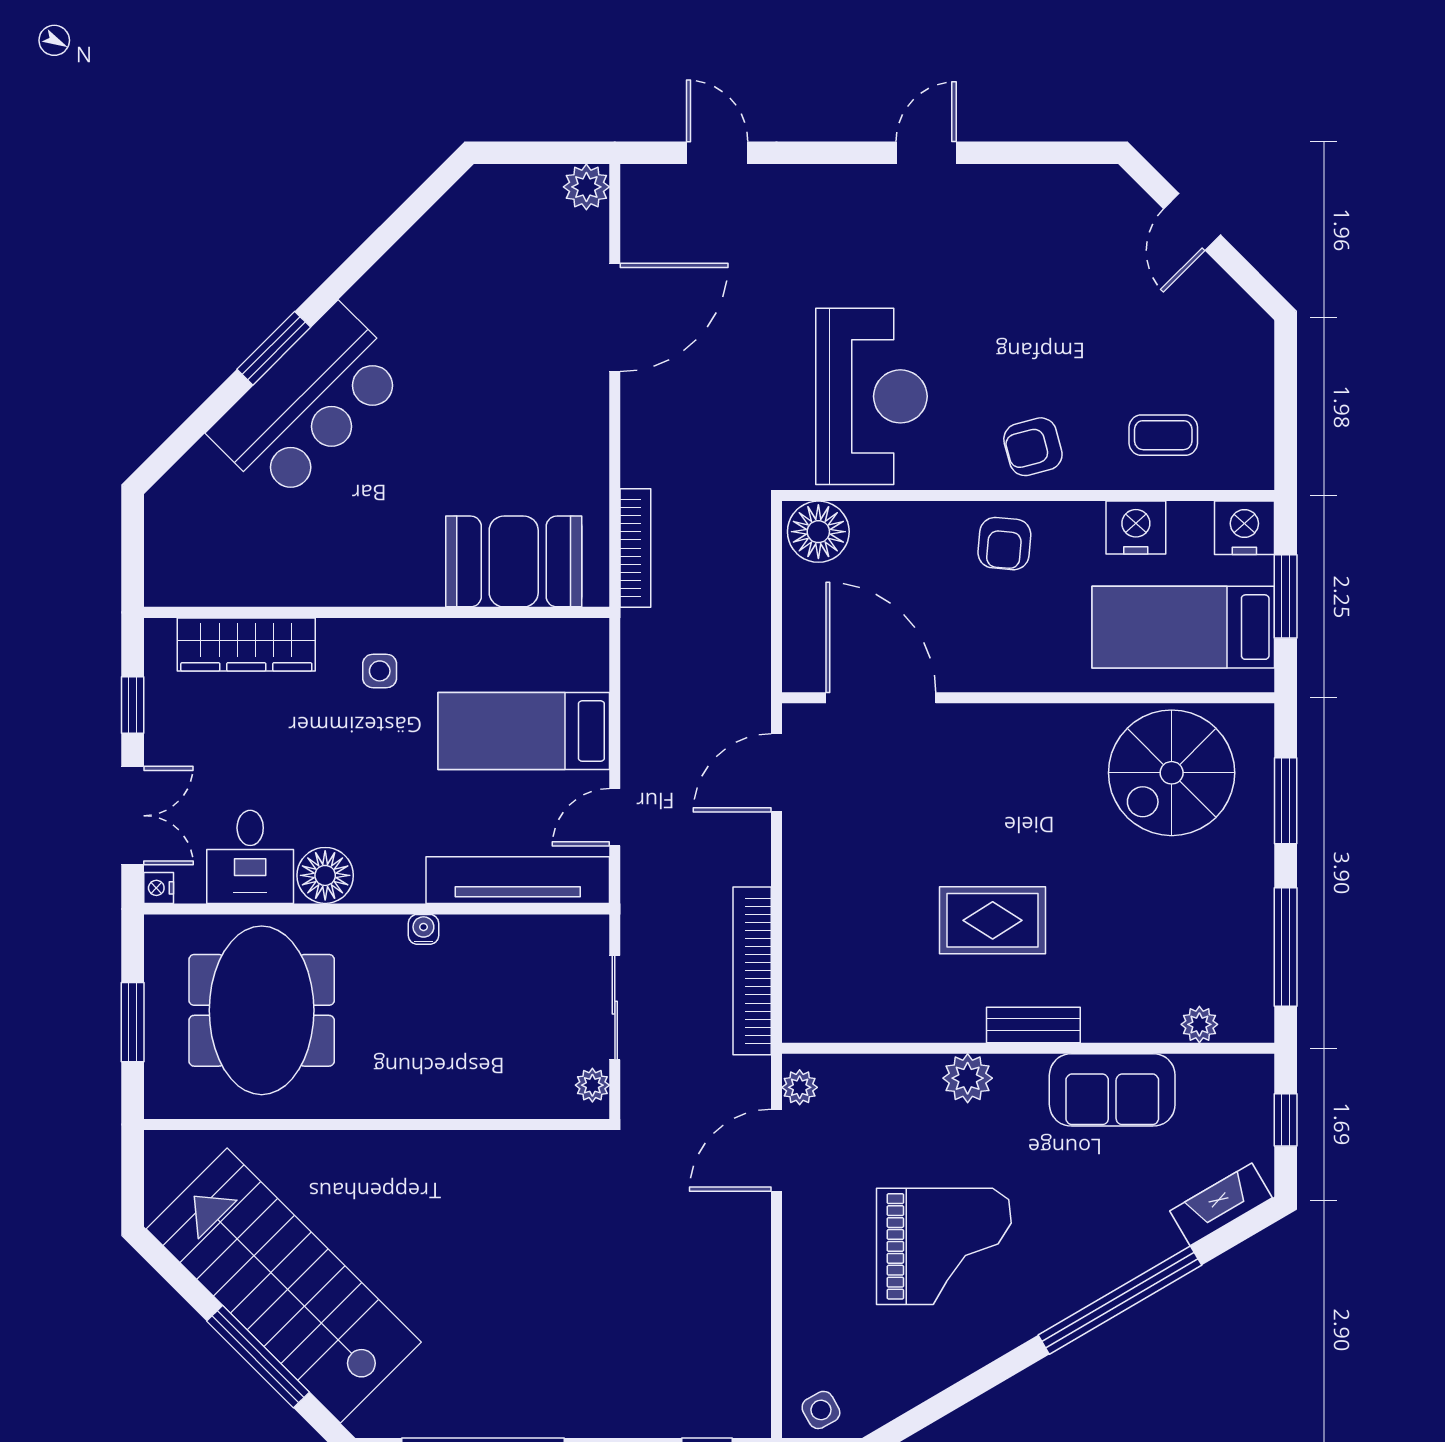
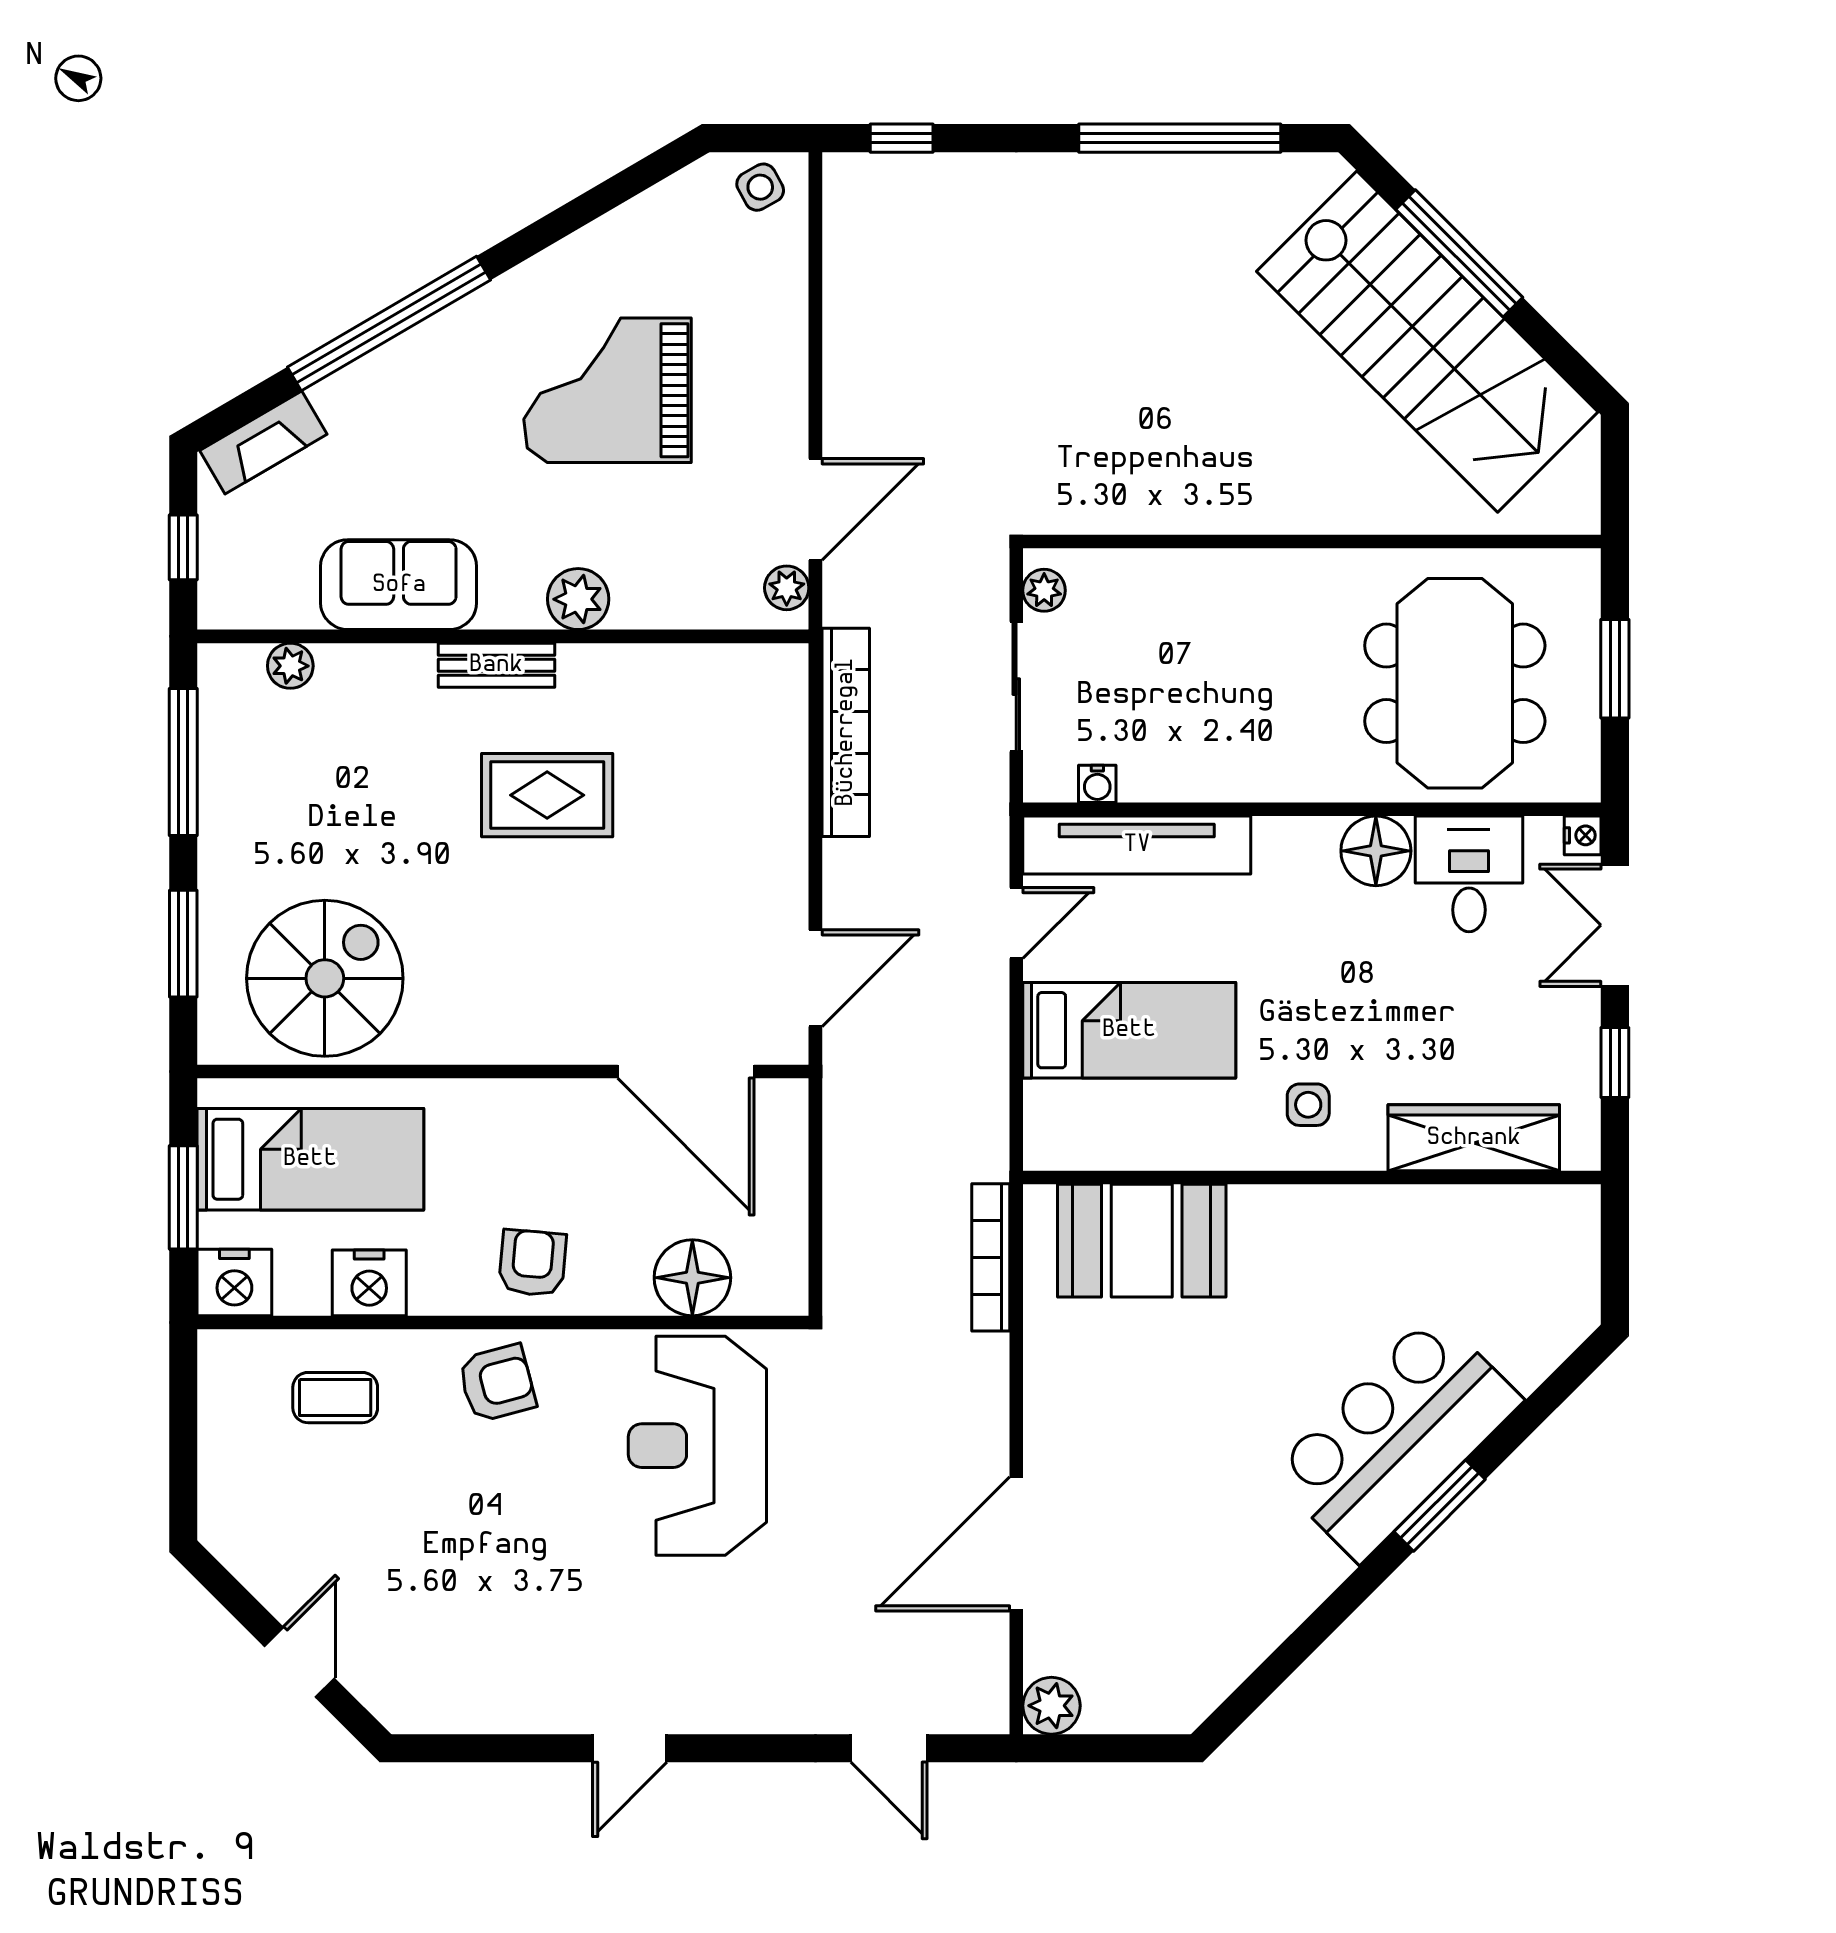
floor lamp: (818, 532) -> (692, 1278), moved
water cooler: (423, 929) -> (1097, 784), moved

